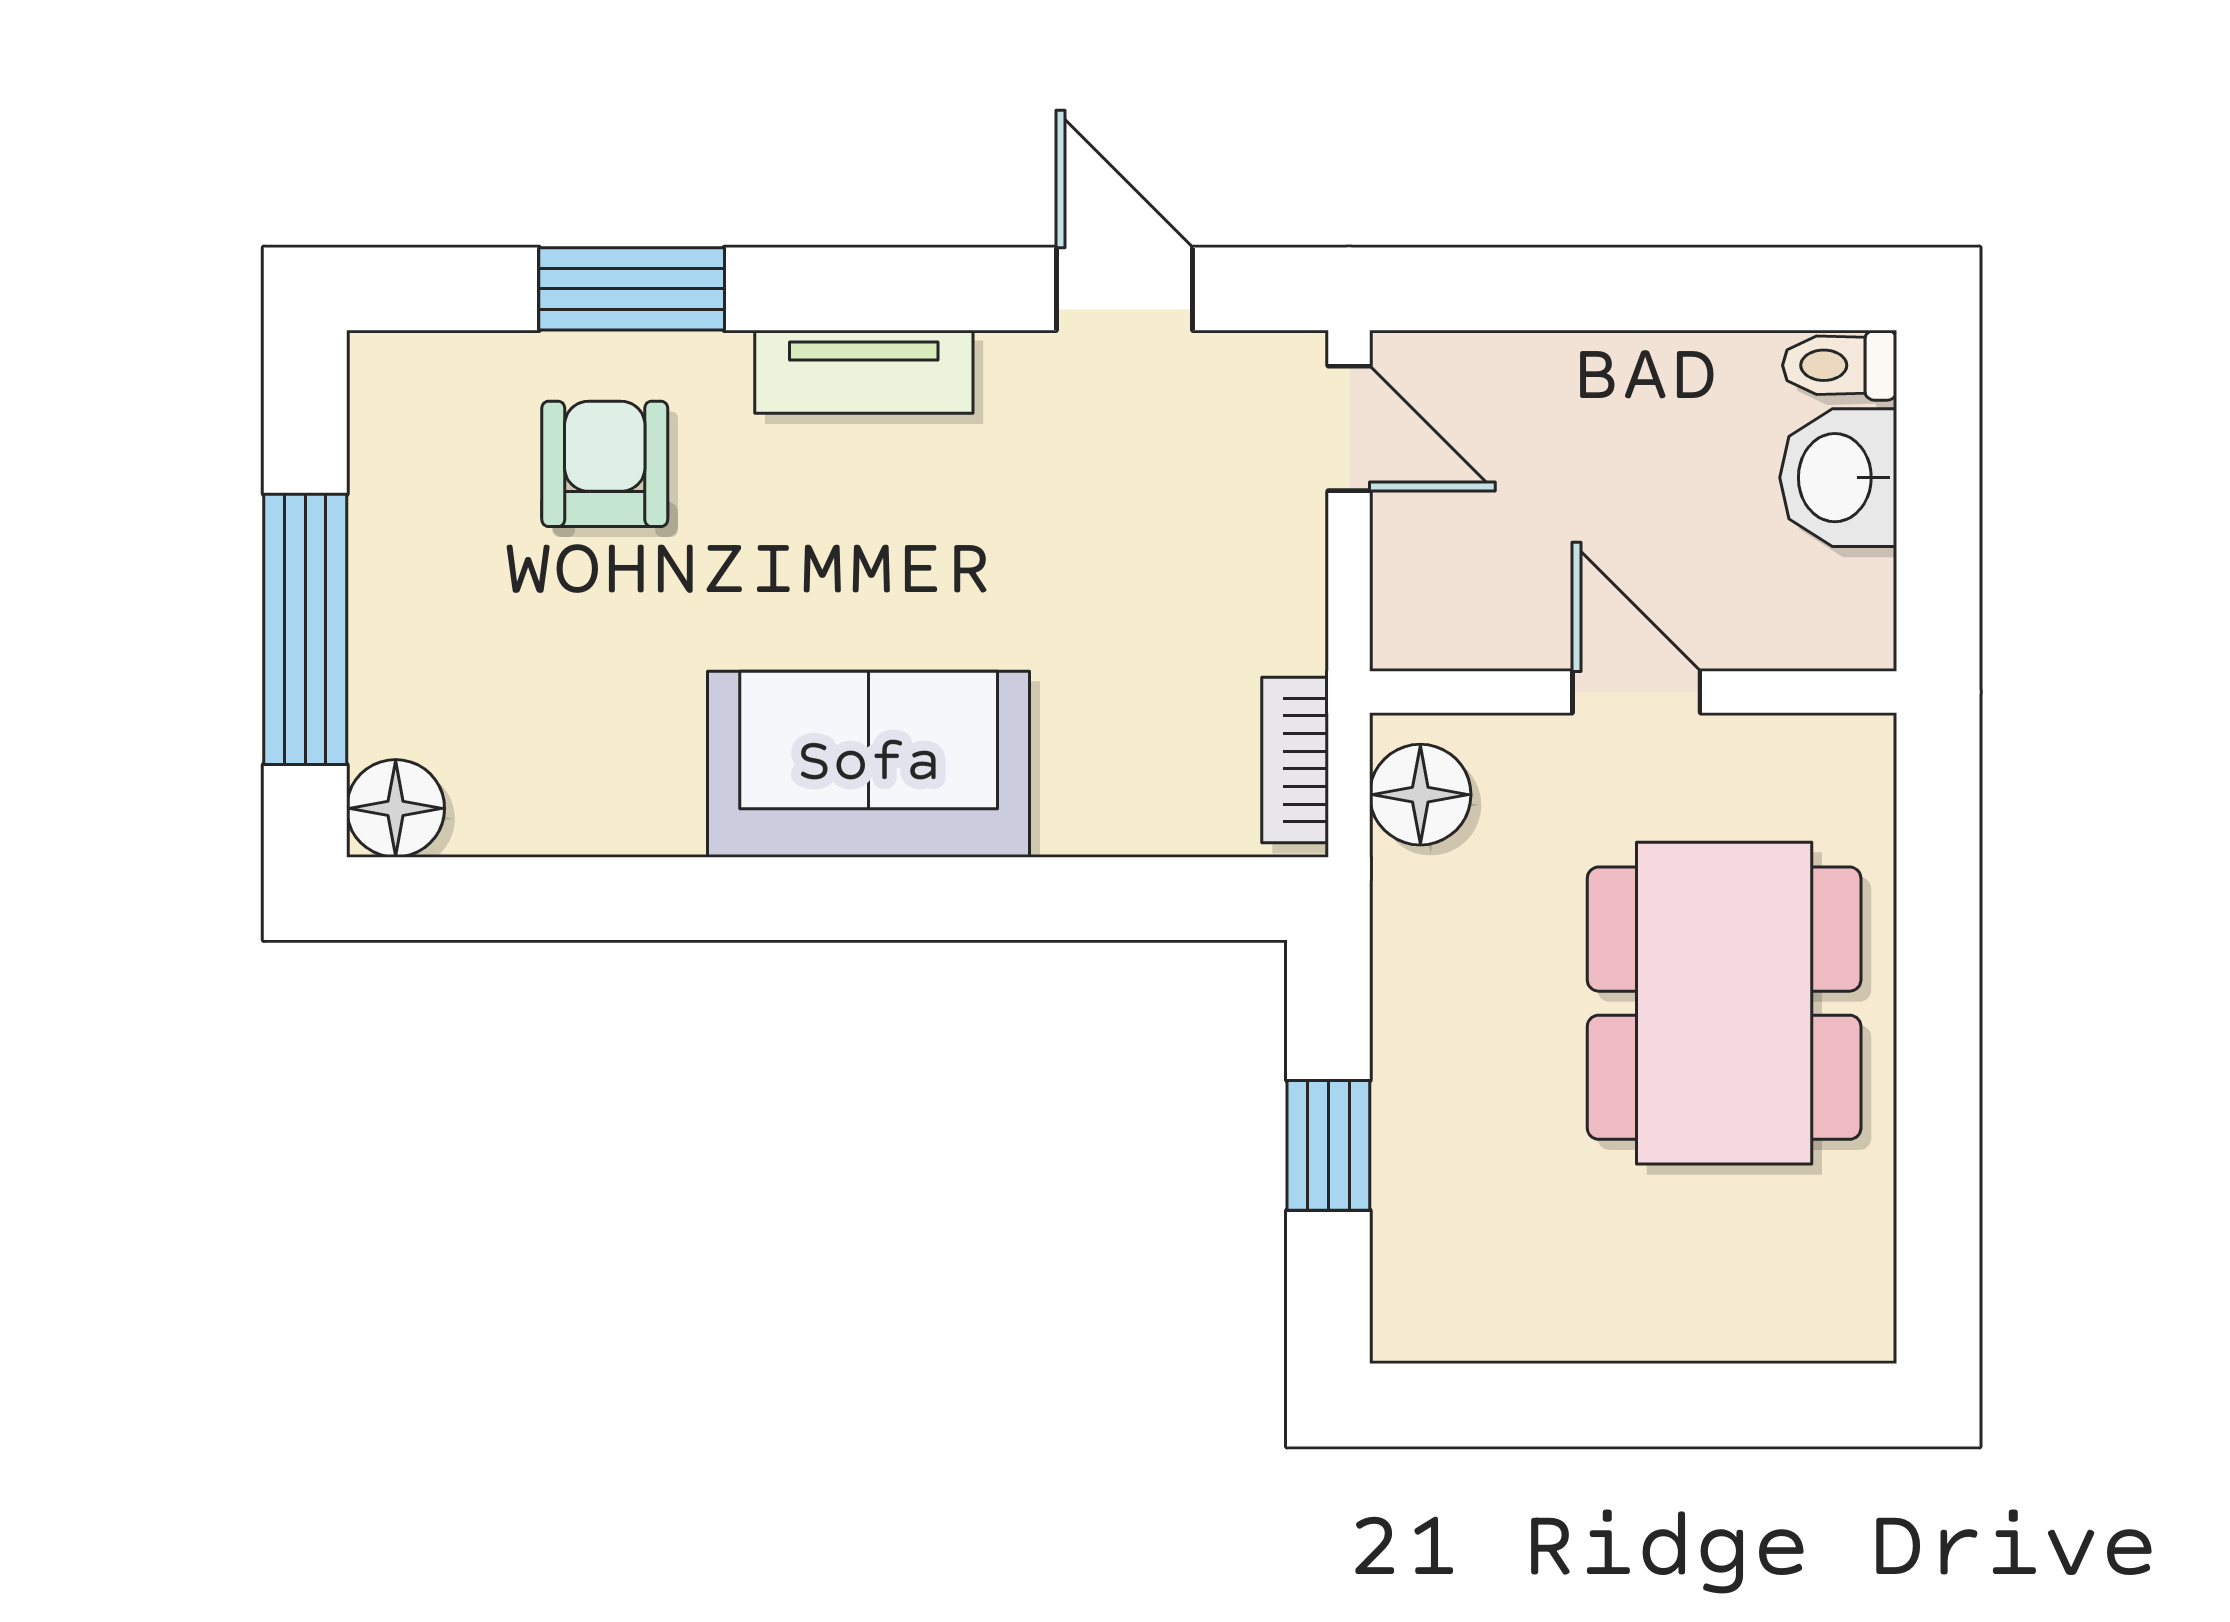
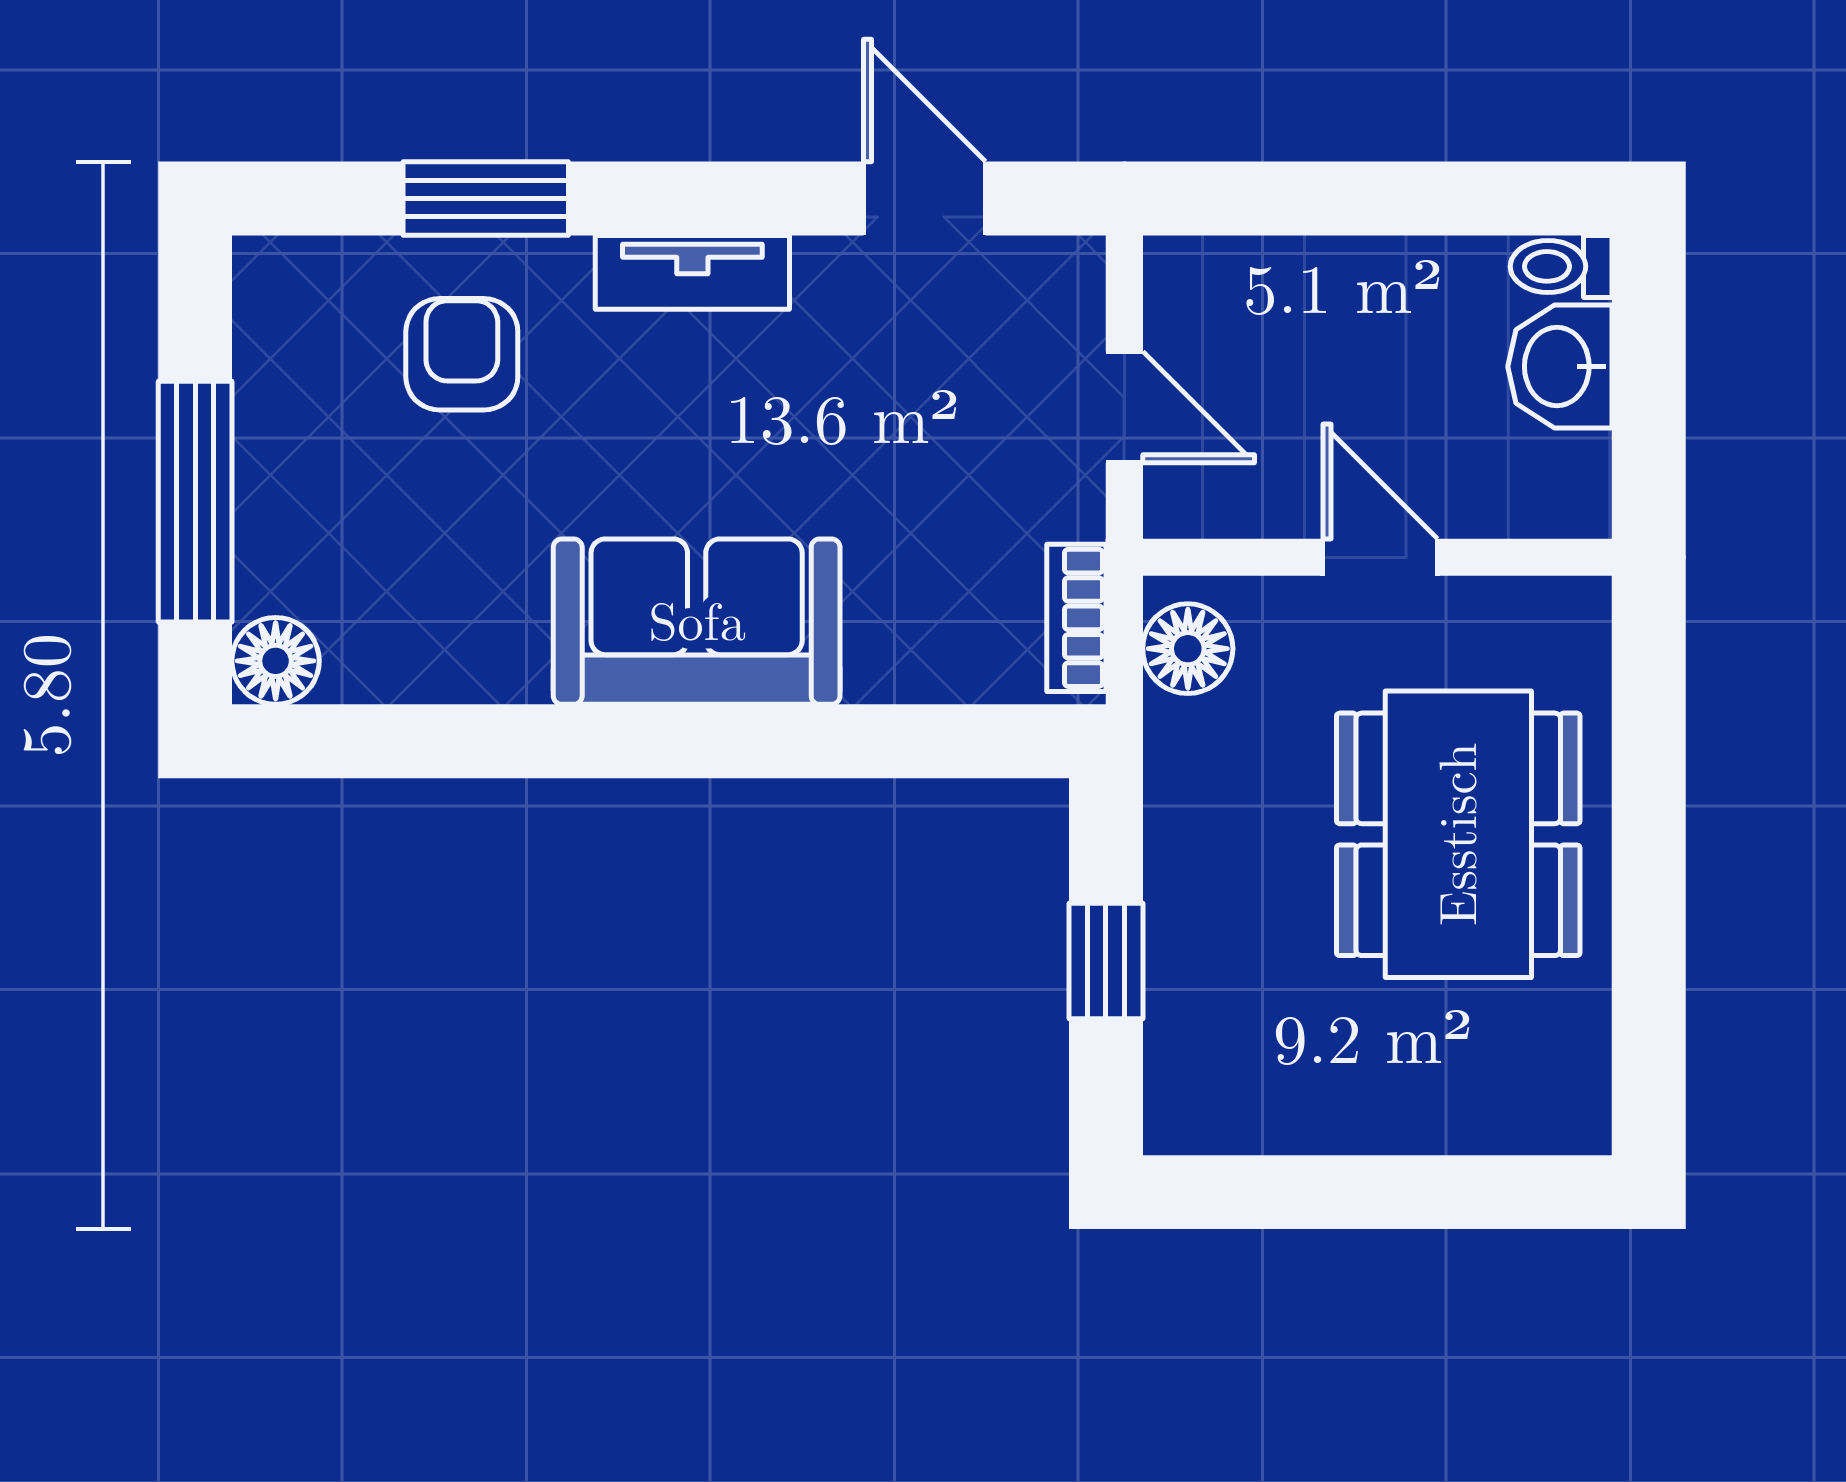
door: (1349, 428) -> (1124, 407), moved

